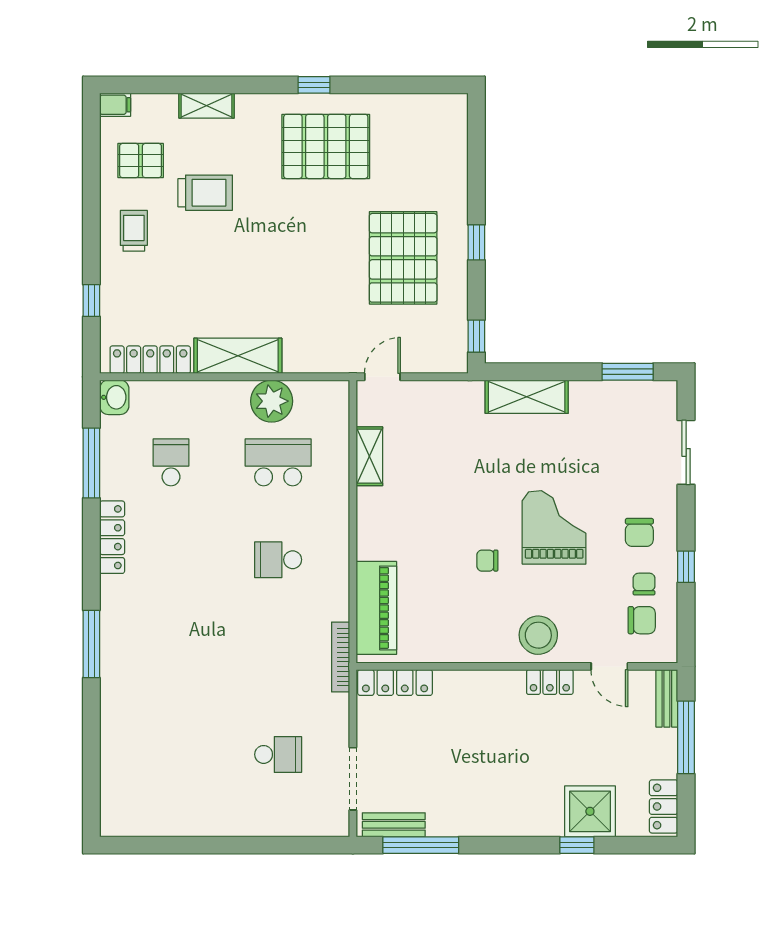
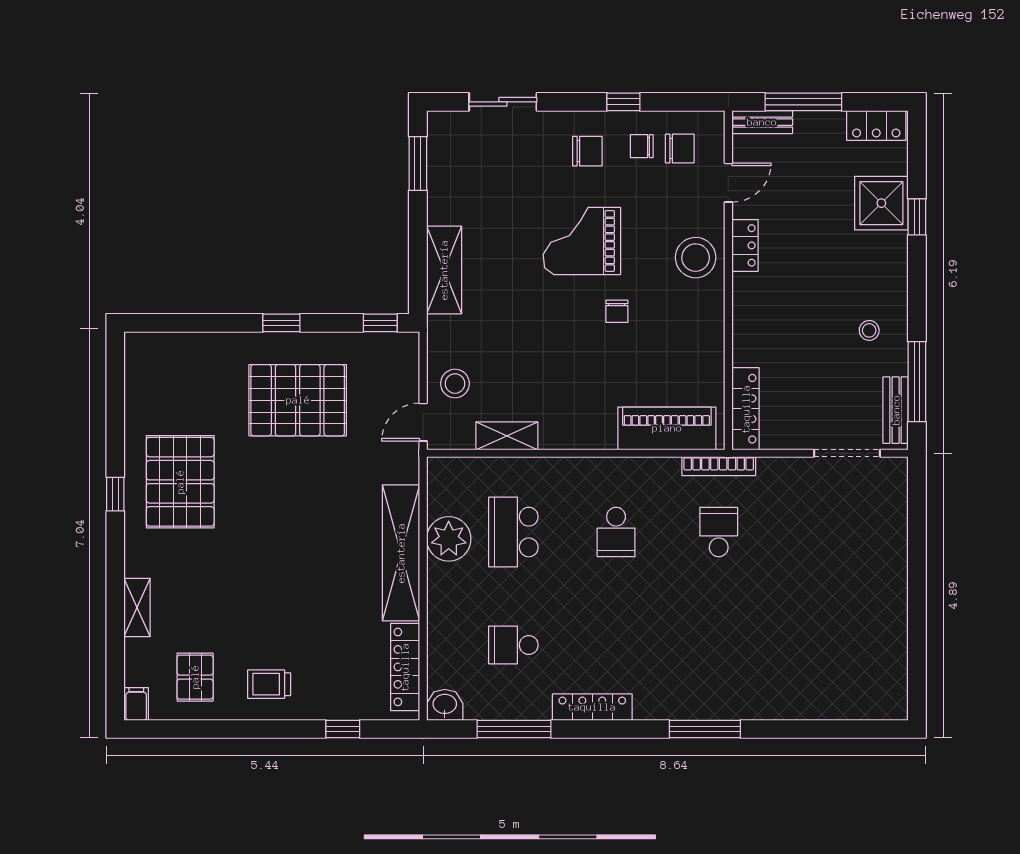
trolley: (205, 193) -> (229, 609), removed
shelving: (238, 356) -> (401, 553), width x1.47
door: (382, 377) -> (423, 422), hinge flipped
stool: (419, 407) -> (455, 384), added
chair: (642, 620) -> (680, 149), turned 90
school desk: (278, 754) -> (719, 532), moved
stool: (469, 800) -> (869, 330), added

